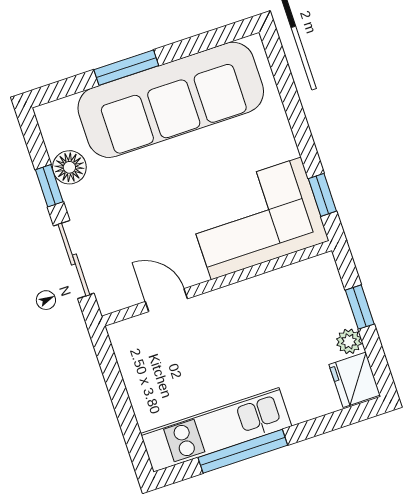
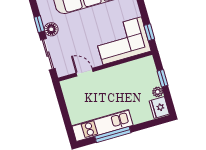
floor lamp: (69, 167) -> (51, 29), moved

